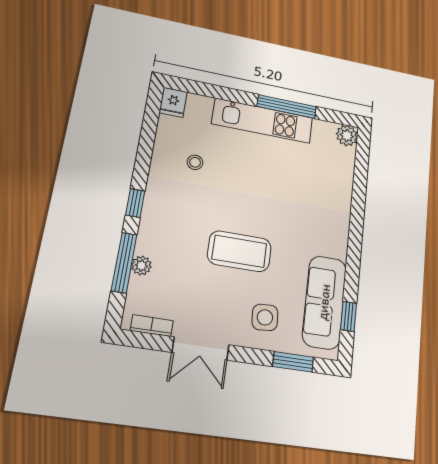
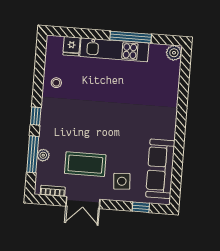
fridge: (173, 102) -> (72, 46), moved
stool: (195, 162) -> (56, 83), moved
coffee table: (239, 251) -> (85, 164), moved
window: (349, 316) -> (177, 177), removed
window: (293, 362) -> (141, 207), width x0.67

